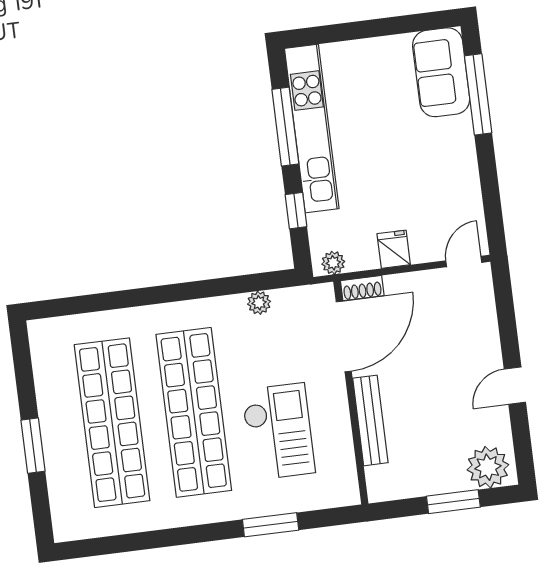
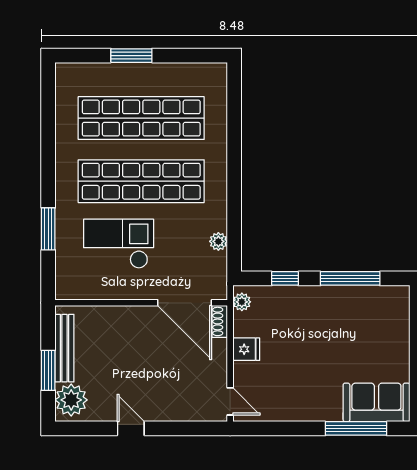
kitchen unit: (312, 128) -> (346, 298), removed
bench: (370, 420) -> (64, 348), moved, turned 90
checkout: (278, 431) -> (119, 244), turned 180

